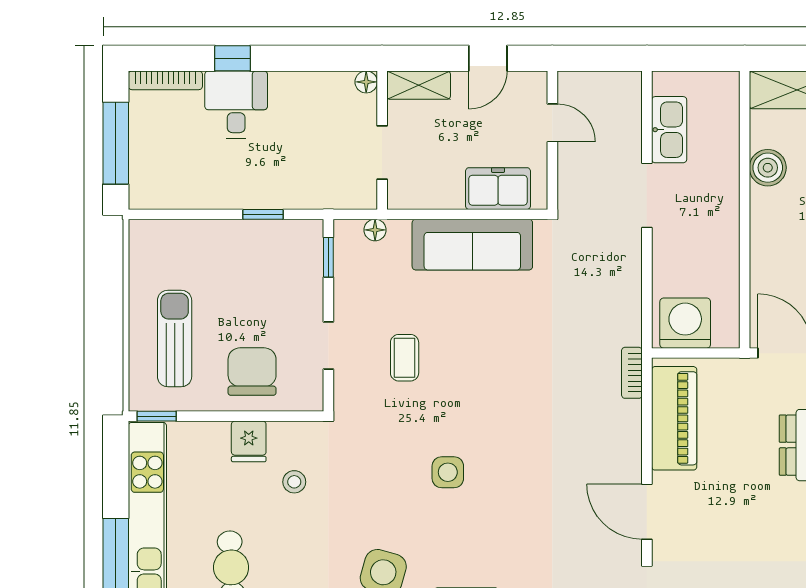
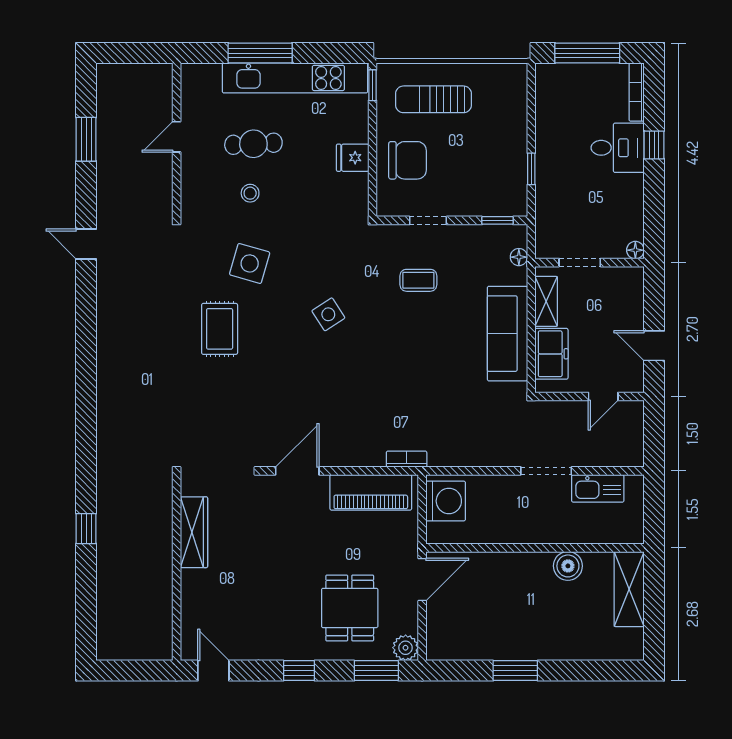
shelving: (419, 85) -> (546, 301), moved
sun lounger: (175, 339) -> (434, 99), turned 180
side table: (448, 472) -> (328, 314), turned -33
stool: (294, 482) -> (250, 193), moved

